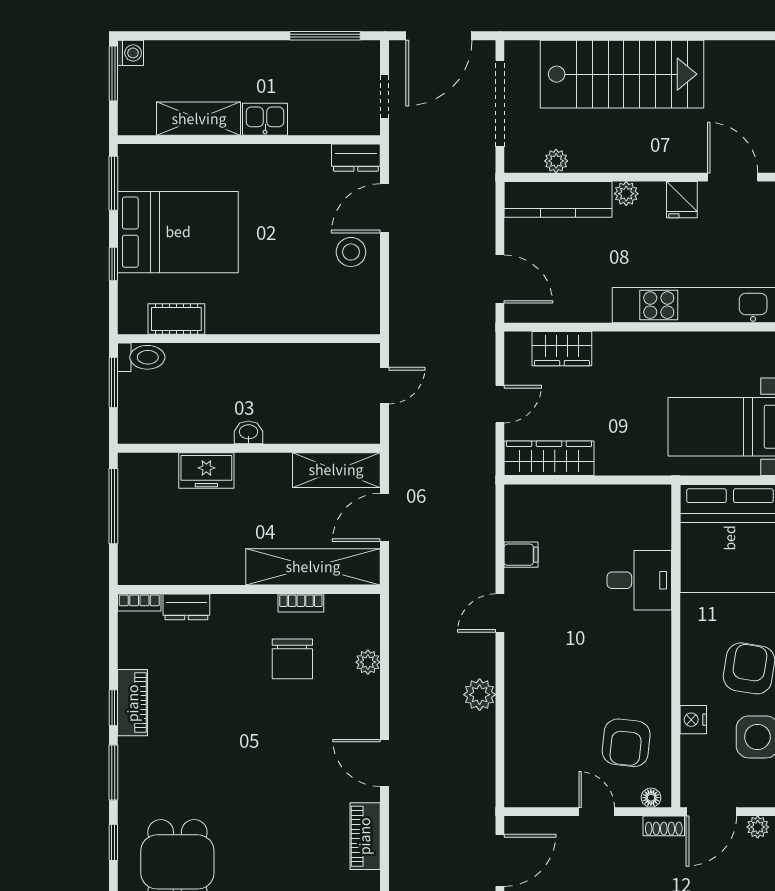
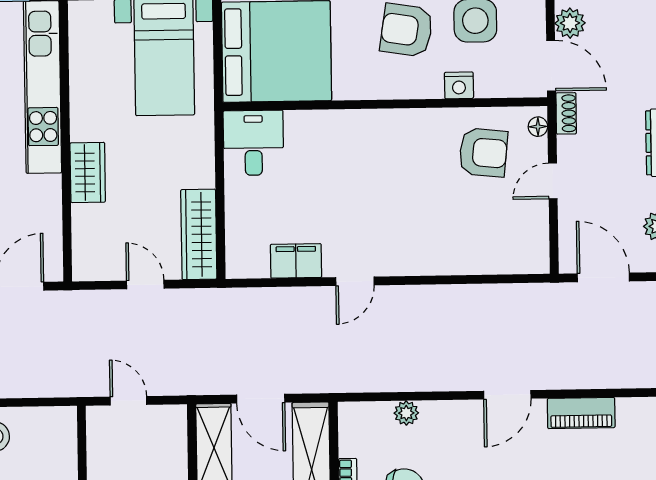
wardrobe: (562, 349) -> (88, 172), moved
filing cabinet: (521, 555) -> (296, 261), width x2.00
desk: (639, 580) -> (253, 143), moved
door: (500, 613) -> (355, 281), hinge flipped
plant: (480, 695) -> (437, 300), removed
plant: (758, 827) -> (570, 23), width x1.38, depth x1.38

